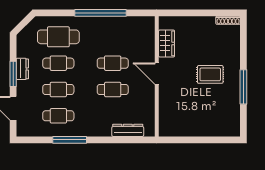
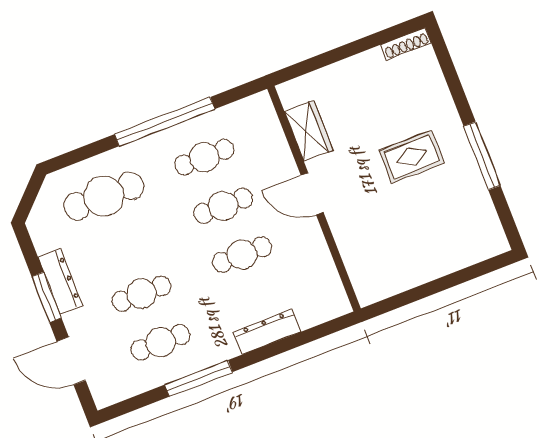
cafe table: (58, 63) -> (204, 157), moved
dresser: (22, 69) -> (60, 281), width x1.44
dresser: (128, 130) -> (267, 332), moved

